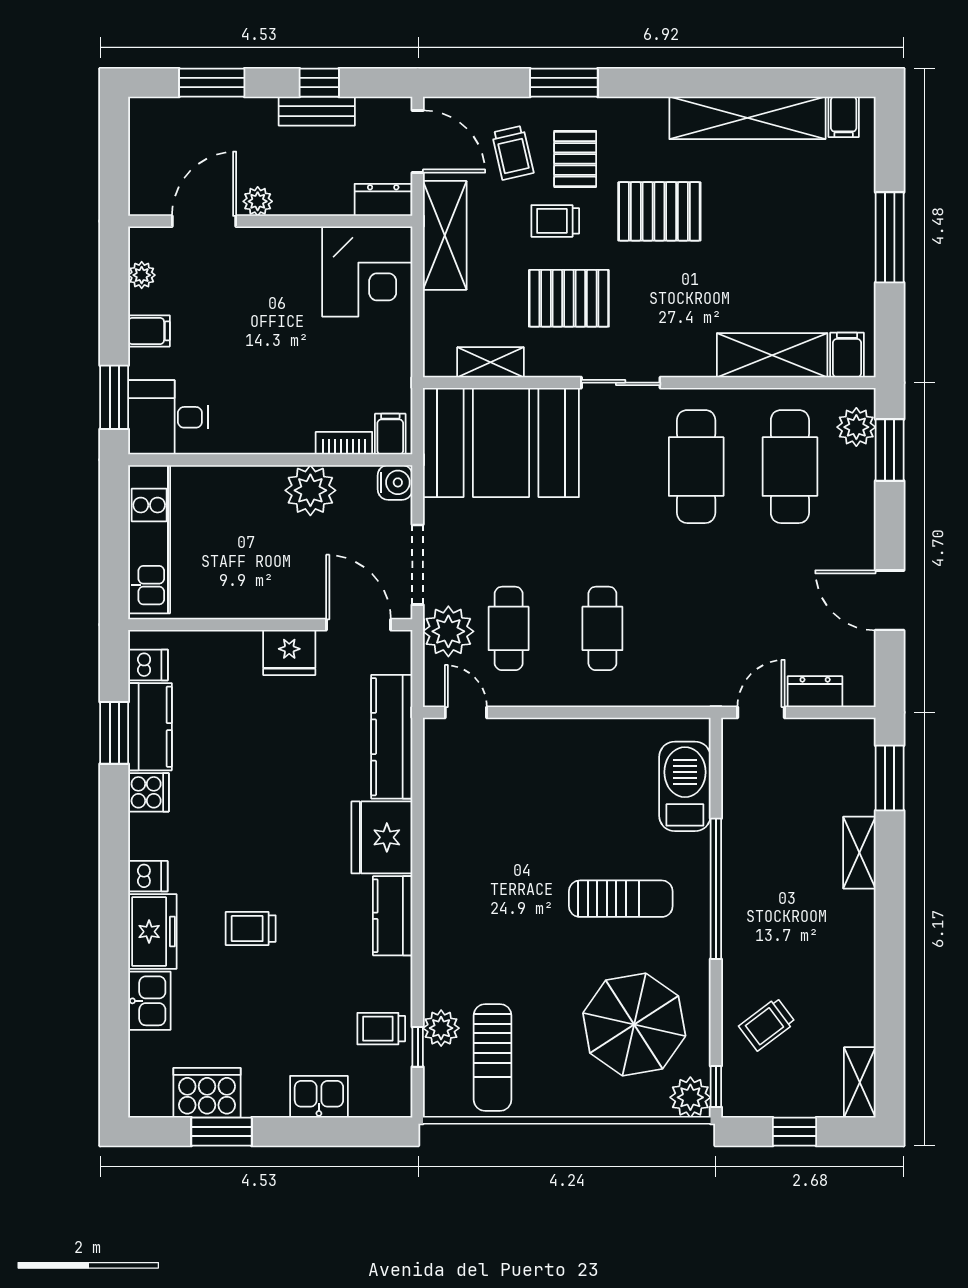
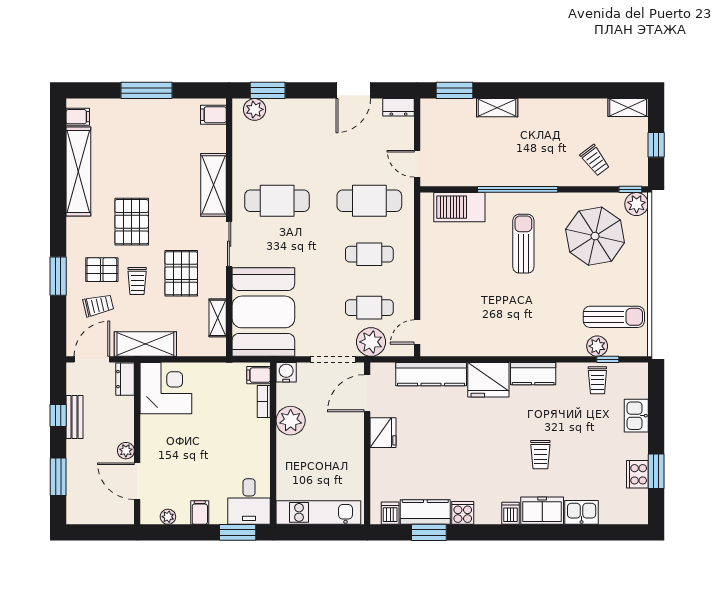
shelving: (772, 355) -> (214, 185), moved
cafe table: (790, 467) -> (369, 201), moved
dresser: (815, 692) -> (399, 107), moved, turned -90
cooker: (207, 1093) -> (637, 474), width x0.73, depth x0.76

